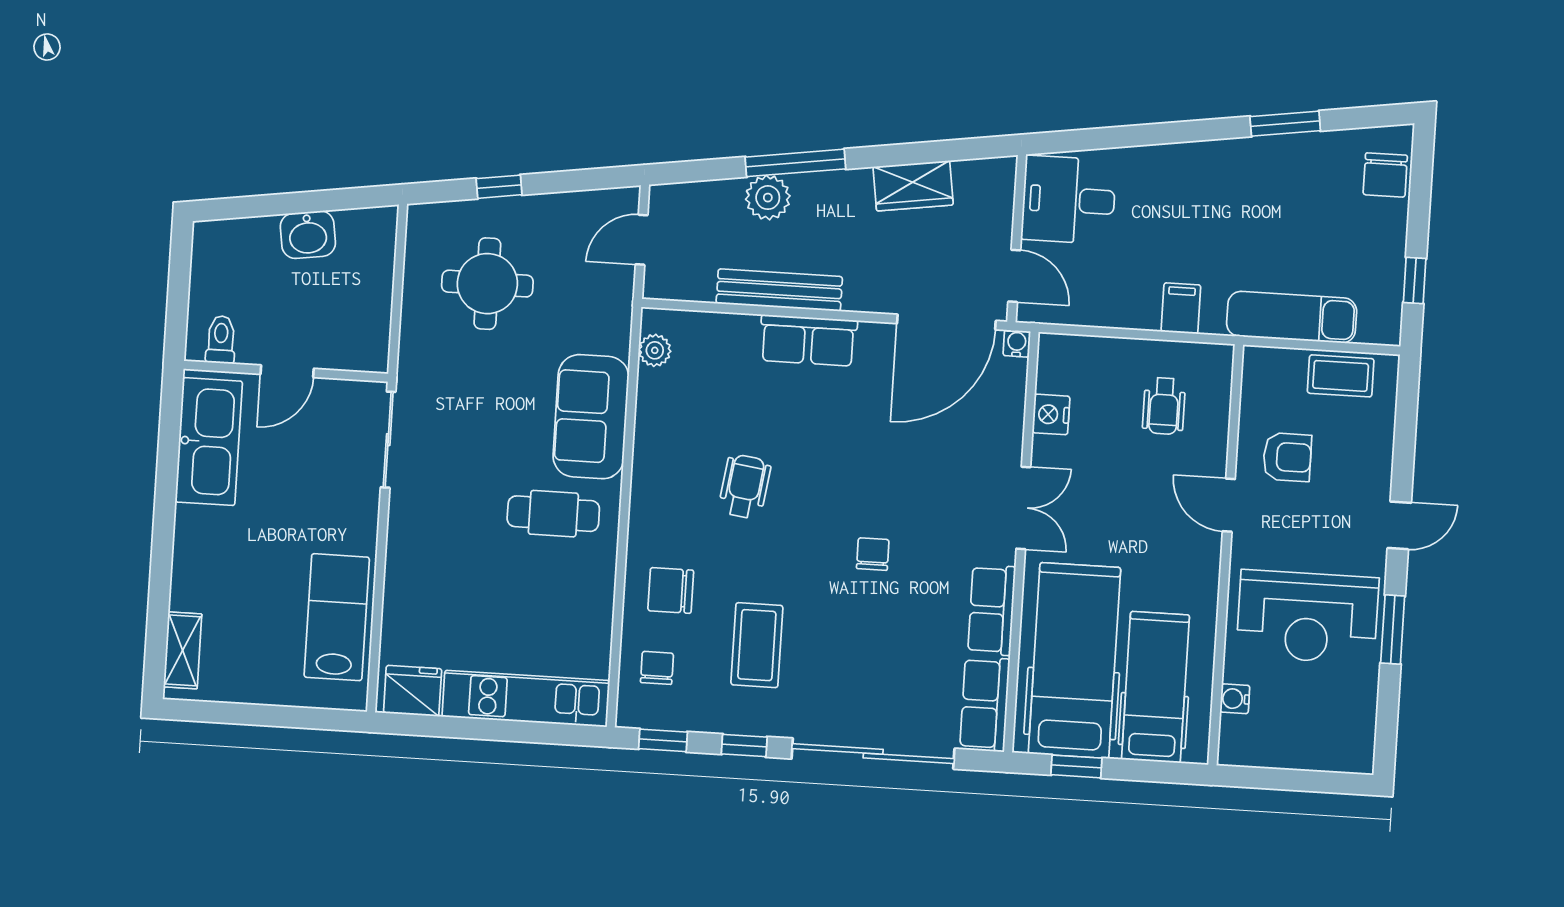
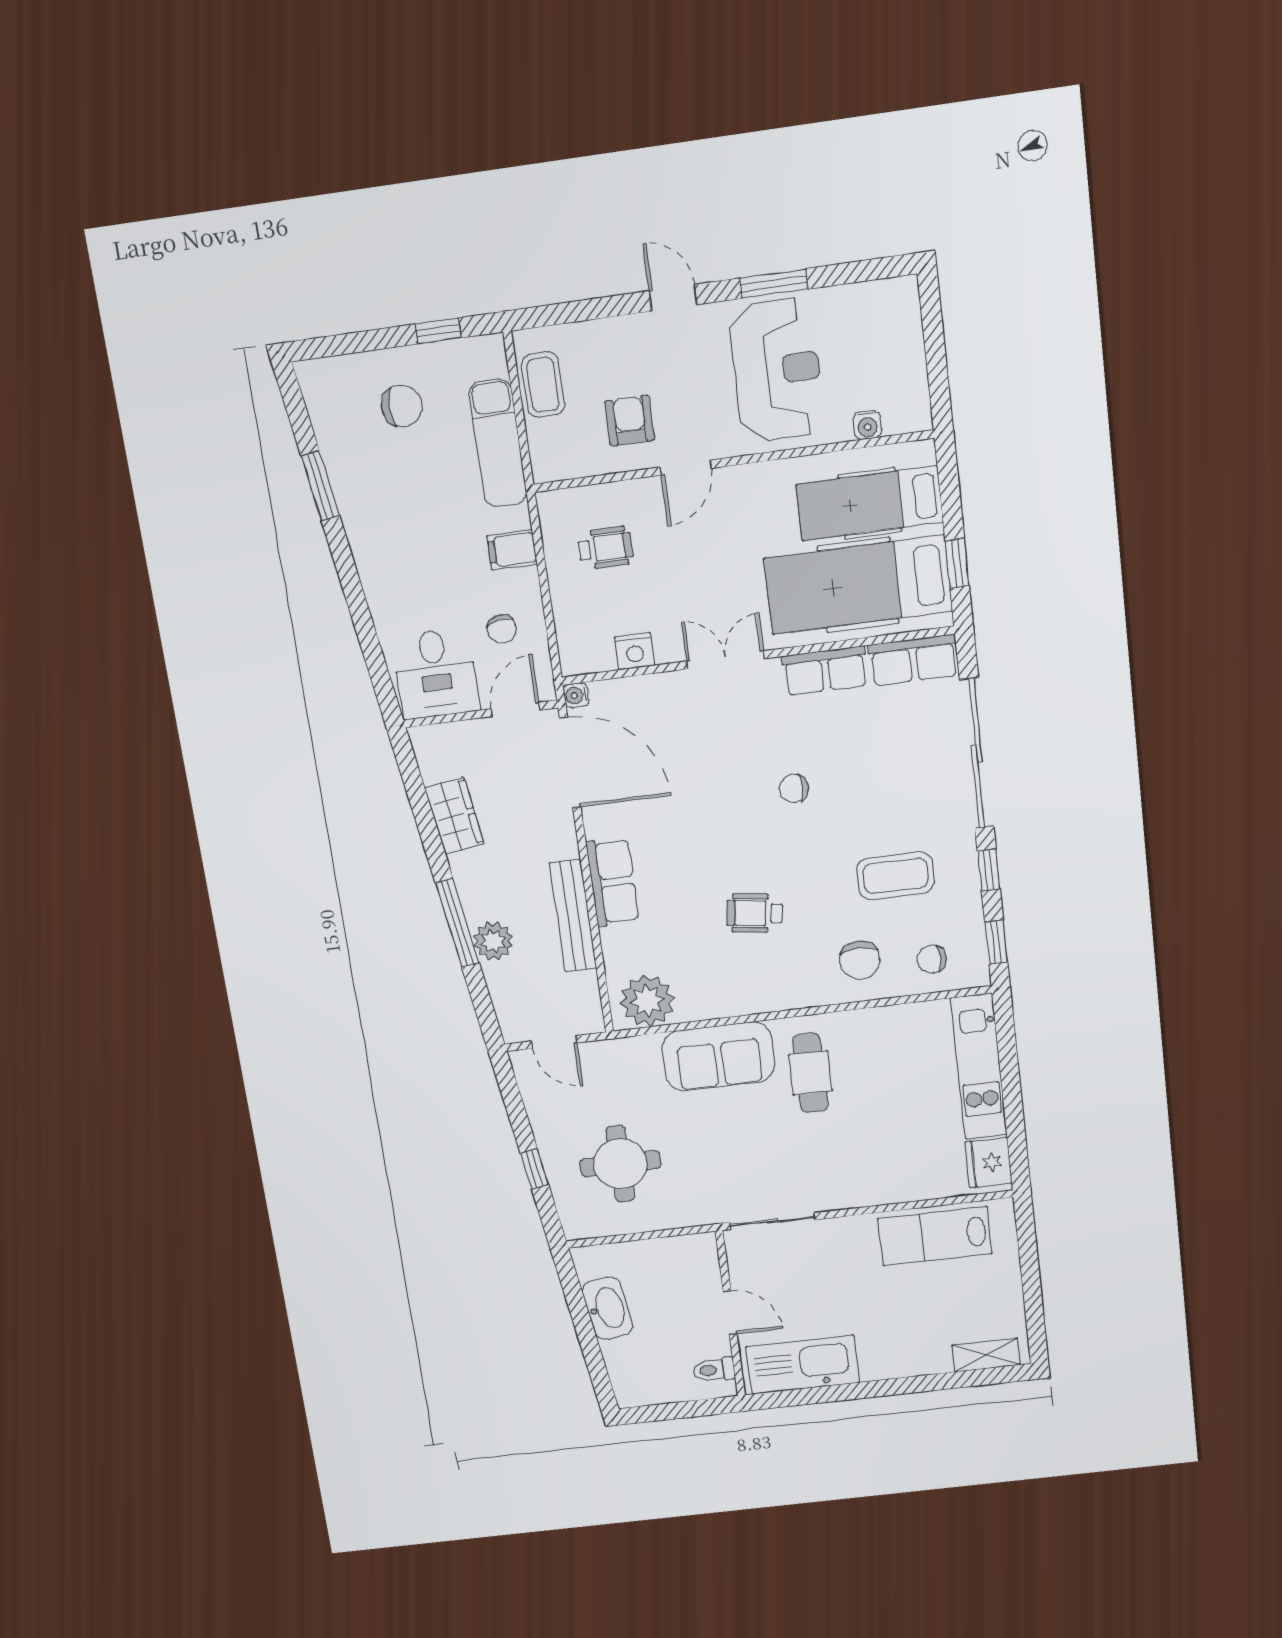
chair: (1385, 175) -> (402, 406), moved
washbasin: (308, 235) -> (607, 1308), width x1.38
chair: (1102, 280) -> (502, 629), added
plant: (655, 350) -> (647, 1001), width x1.87, depth x1.87

